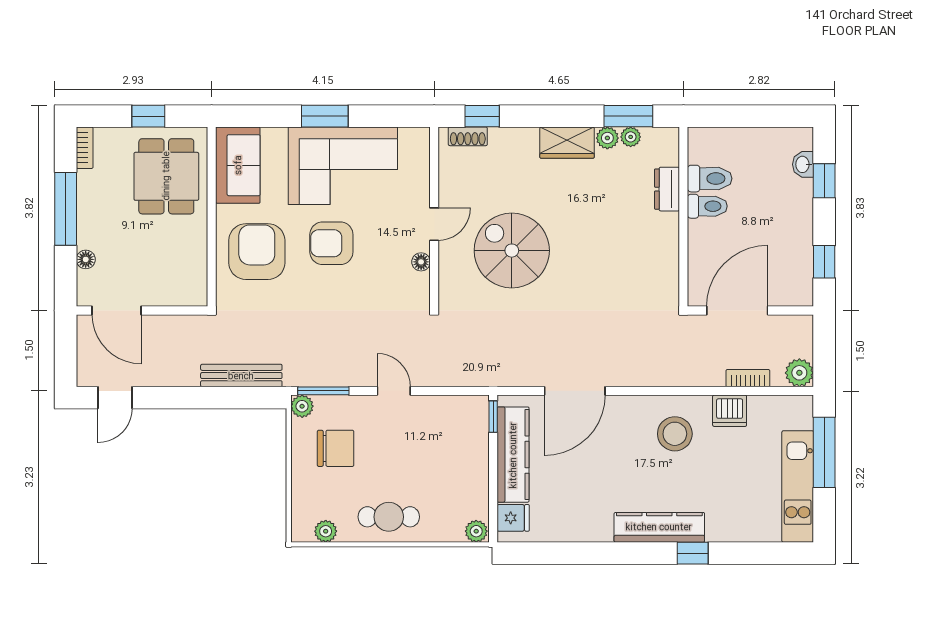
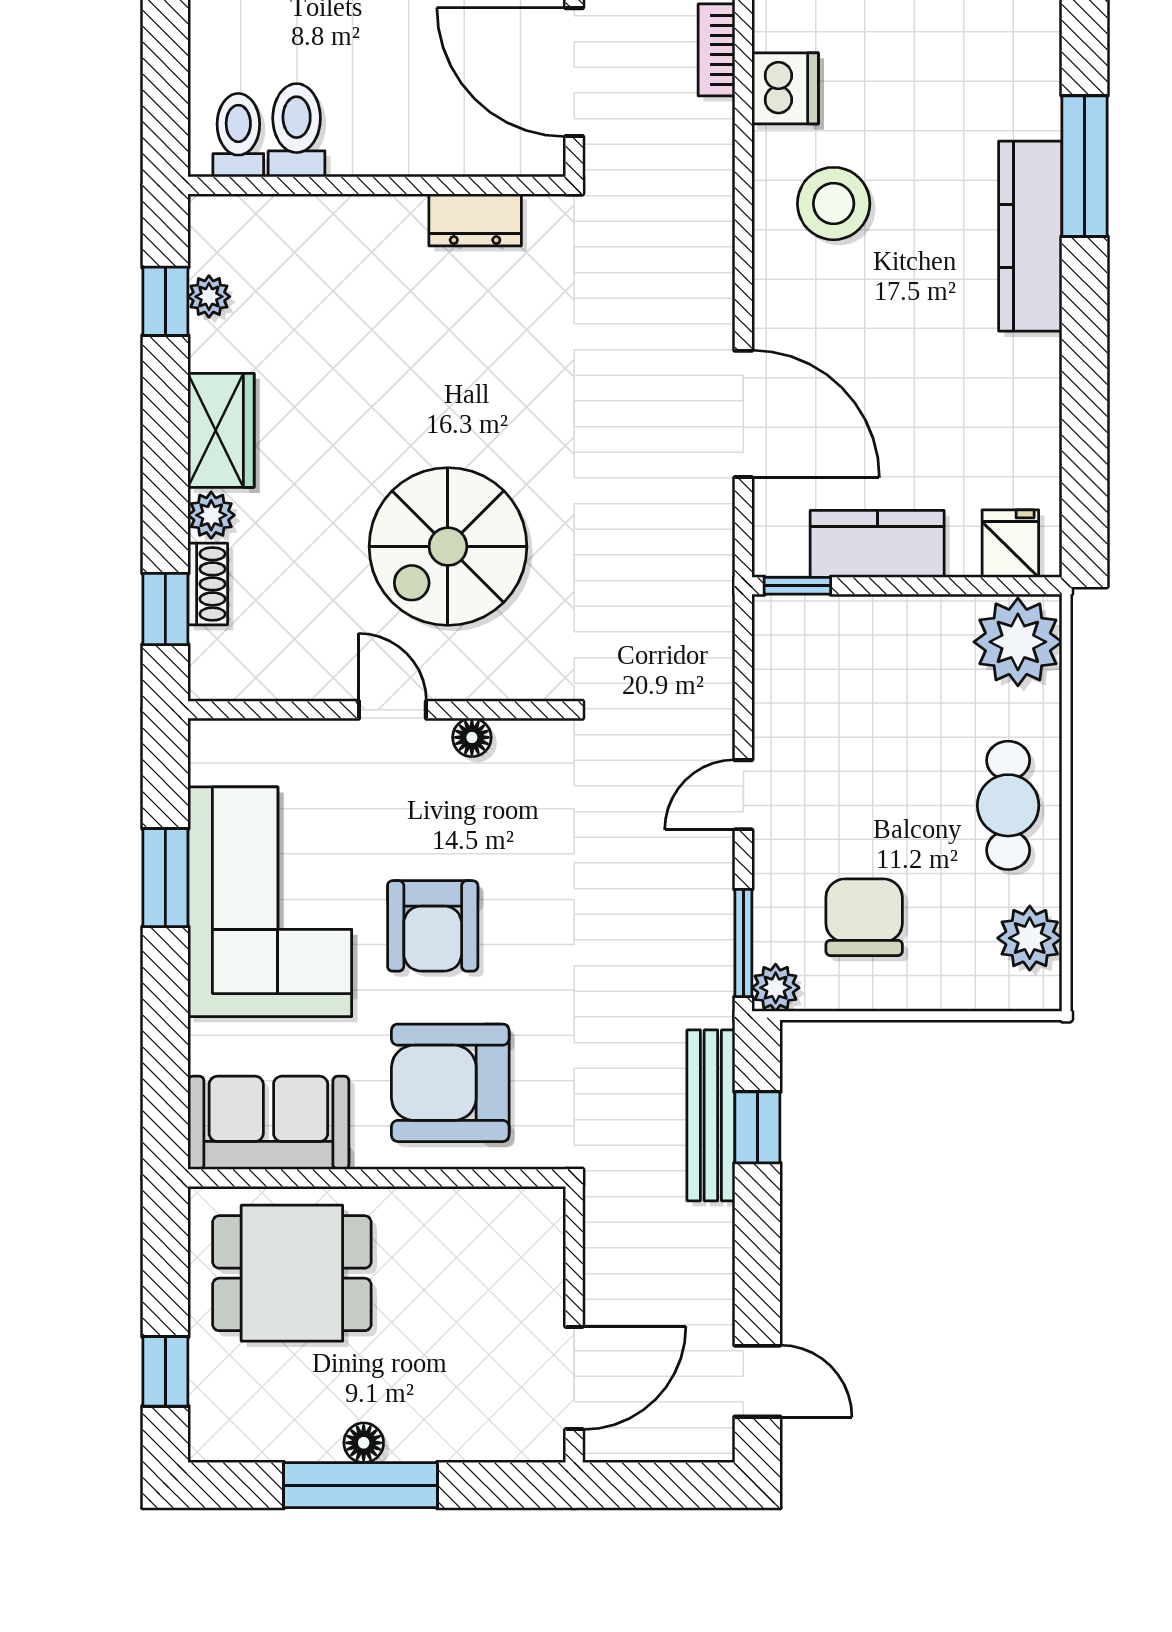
window: (148, 116) -> (165, 1371), moved
window: (325, 116) -> (165, 878), moved
window: (628, 116) -> (165, 301), width x0.67
shoe rack: (468, 136) -> (208, 584), moved
plant: (607, 138) -> (211, 515), moved
bookcase: (85, 148) -> (232, 1445), removed
dresser: (667, 189) -> (475, 220), moved
toilet: (707, 206) -> (238, 135), moved
floor lamp: (86, 259) -> (364, 1443), moved
window: (236, 398) -> (757, 1127), added
kitchen counter: (513, 455) -> (877, 544), width x0.67
plant: (326, 531) -> (1030, 938), width x1.38, depth x1.38
plant: (476, 531) -> (1018, 642), width x1.87, depth x1.87
window: (693, 553) -> (1084, 166), width x2.17

